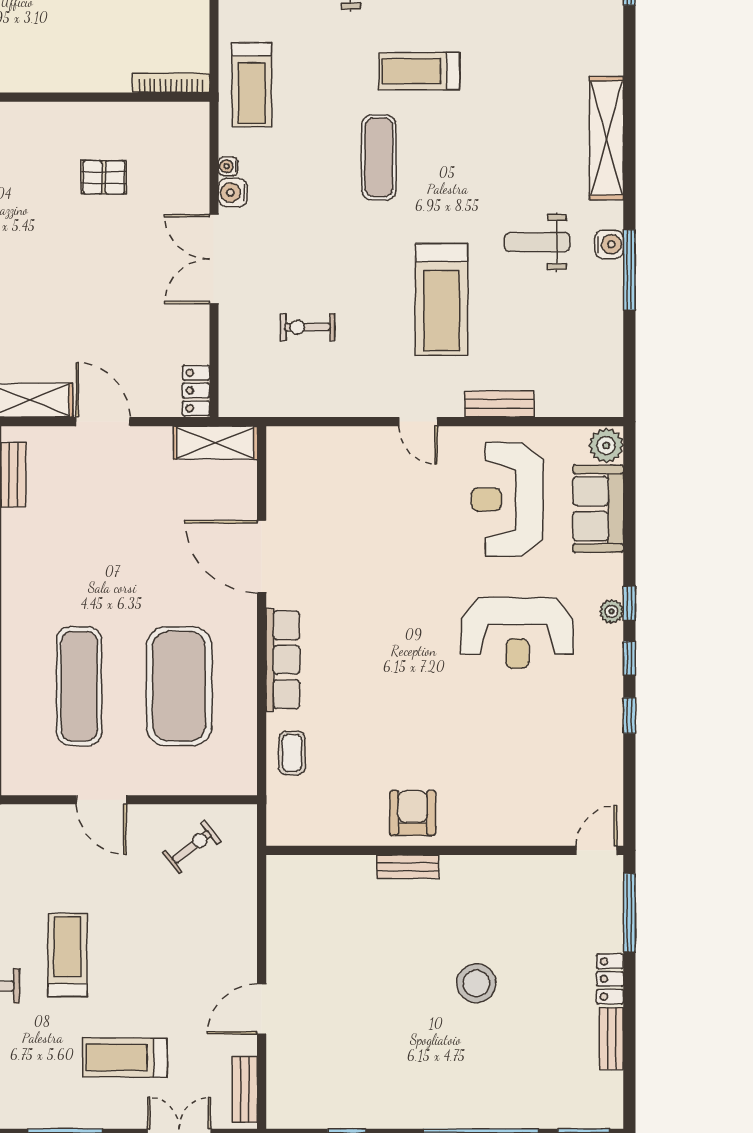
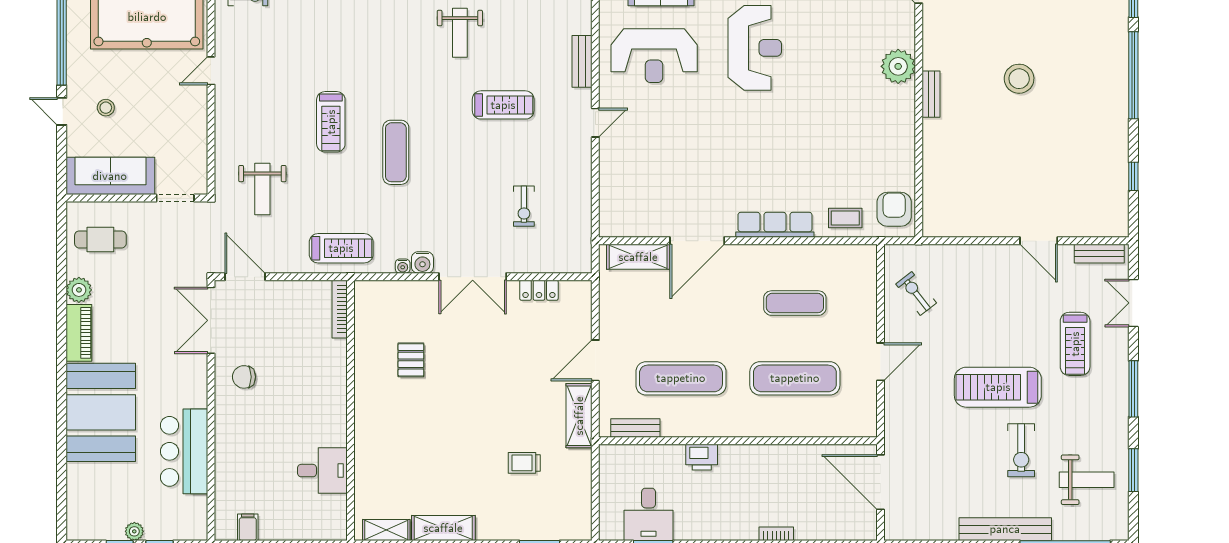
exercise mat: (379, 157) -> (396, 152), turned 90
treadmill: (442, 299) -> (503, 105), width x0.73, depth x0.73
locker: (196, 390) -> (539, 290), moved
shelving: (215, 443) -> (638, 257), moved, turned 90
exercise mat: (79, 535) -> (681, 378), added
exercise mat: (179, 686) -> (795, 303), width x0.50, depth x0.69
armchair: (413, 813) -> (894, 209), moved, turned 90
plant: (493, 823) -> (898, 66), added
bench: (408, 867) -> (931, 94), moved
treadmill: (68, 955) -> (998, 387), width x1.37, depth x1.38

